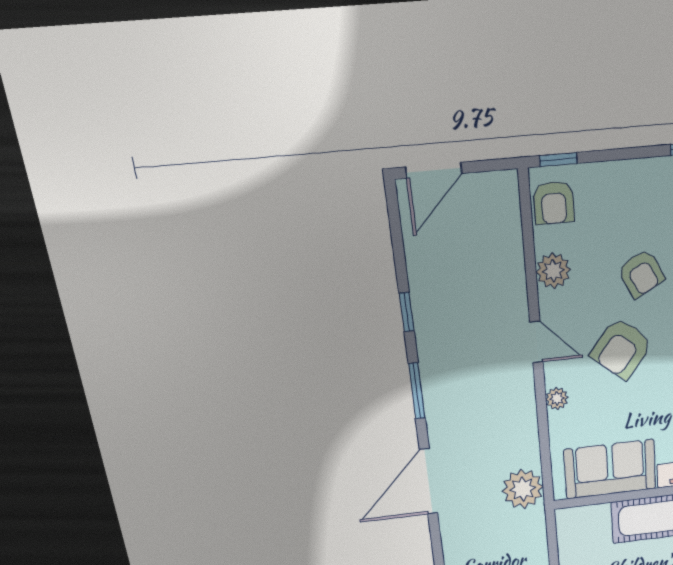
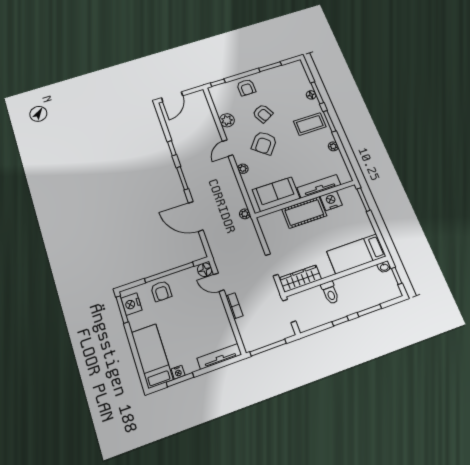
armchair: (554, 203) -> (246, 87), moved
door: (536, 342) -> (228, 148), swing flipped
door: (429, 482) -> (196, 216), hinge flipped
plant: (523, 489) -> (245, 214), width x0.53, depth x0.53

